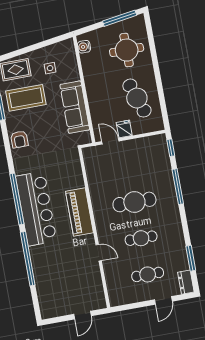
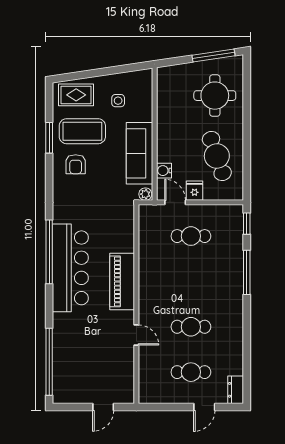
water cooler: (84, 47) -> (164, 171), moved
armchair: (19, 139) -> (76, 164), moved
plant: (85, 139) -> (145, 194), added
cafe table: (134, 202) -> (191, 236), moved, width x0.73, depth x0.74
window: (191, 258) -> (247, 362), removed
window: (28, 259) -> (49, 362), moved

